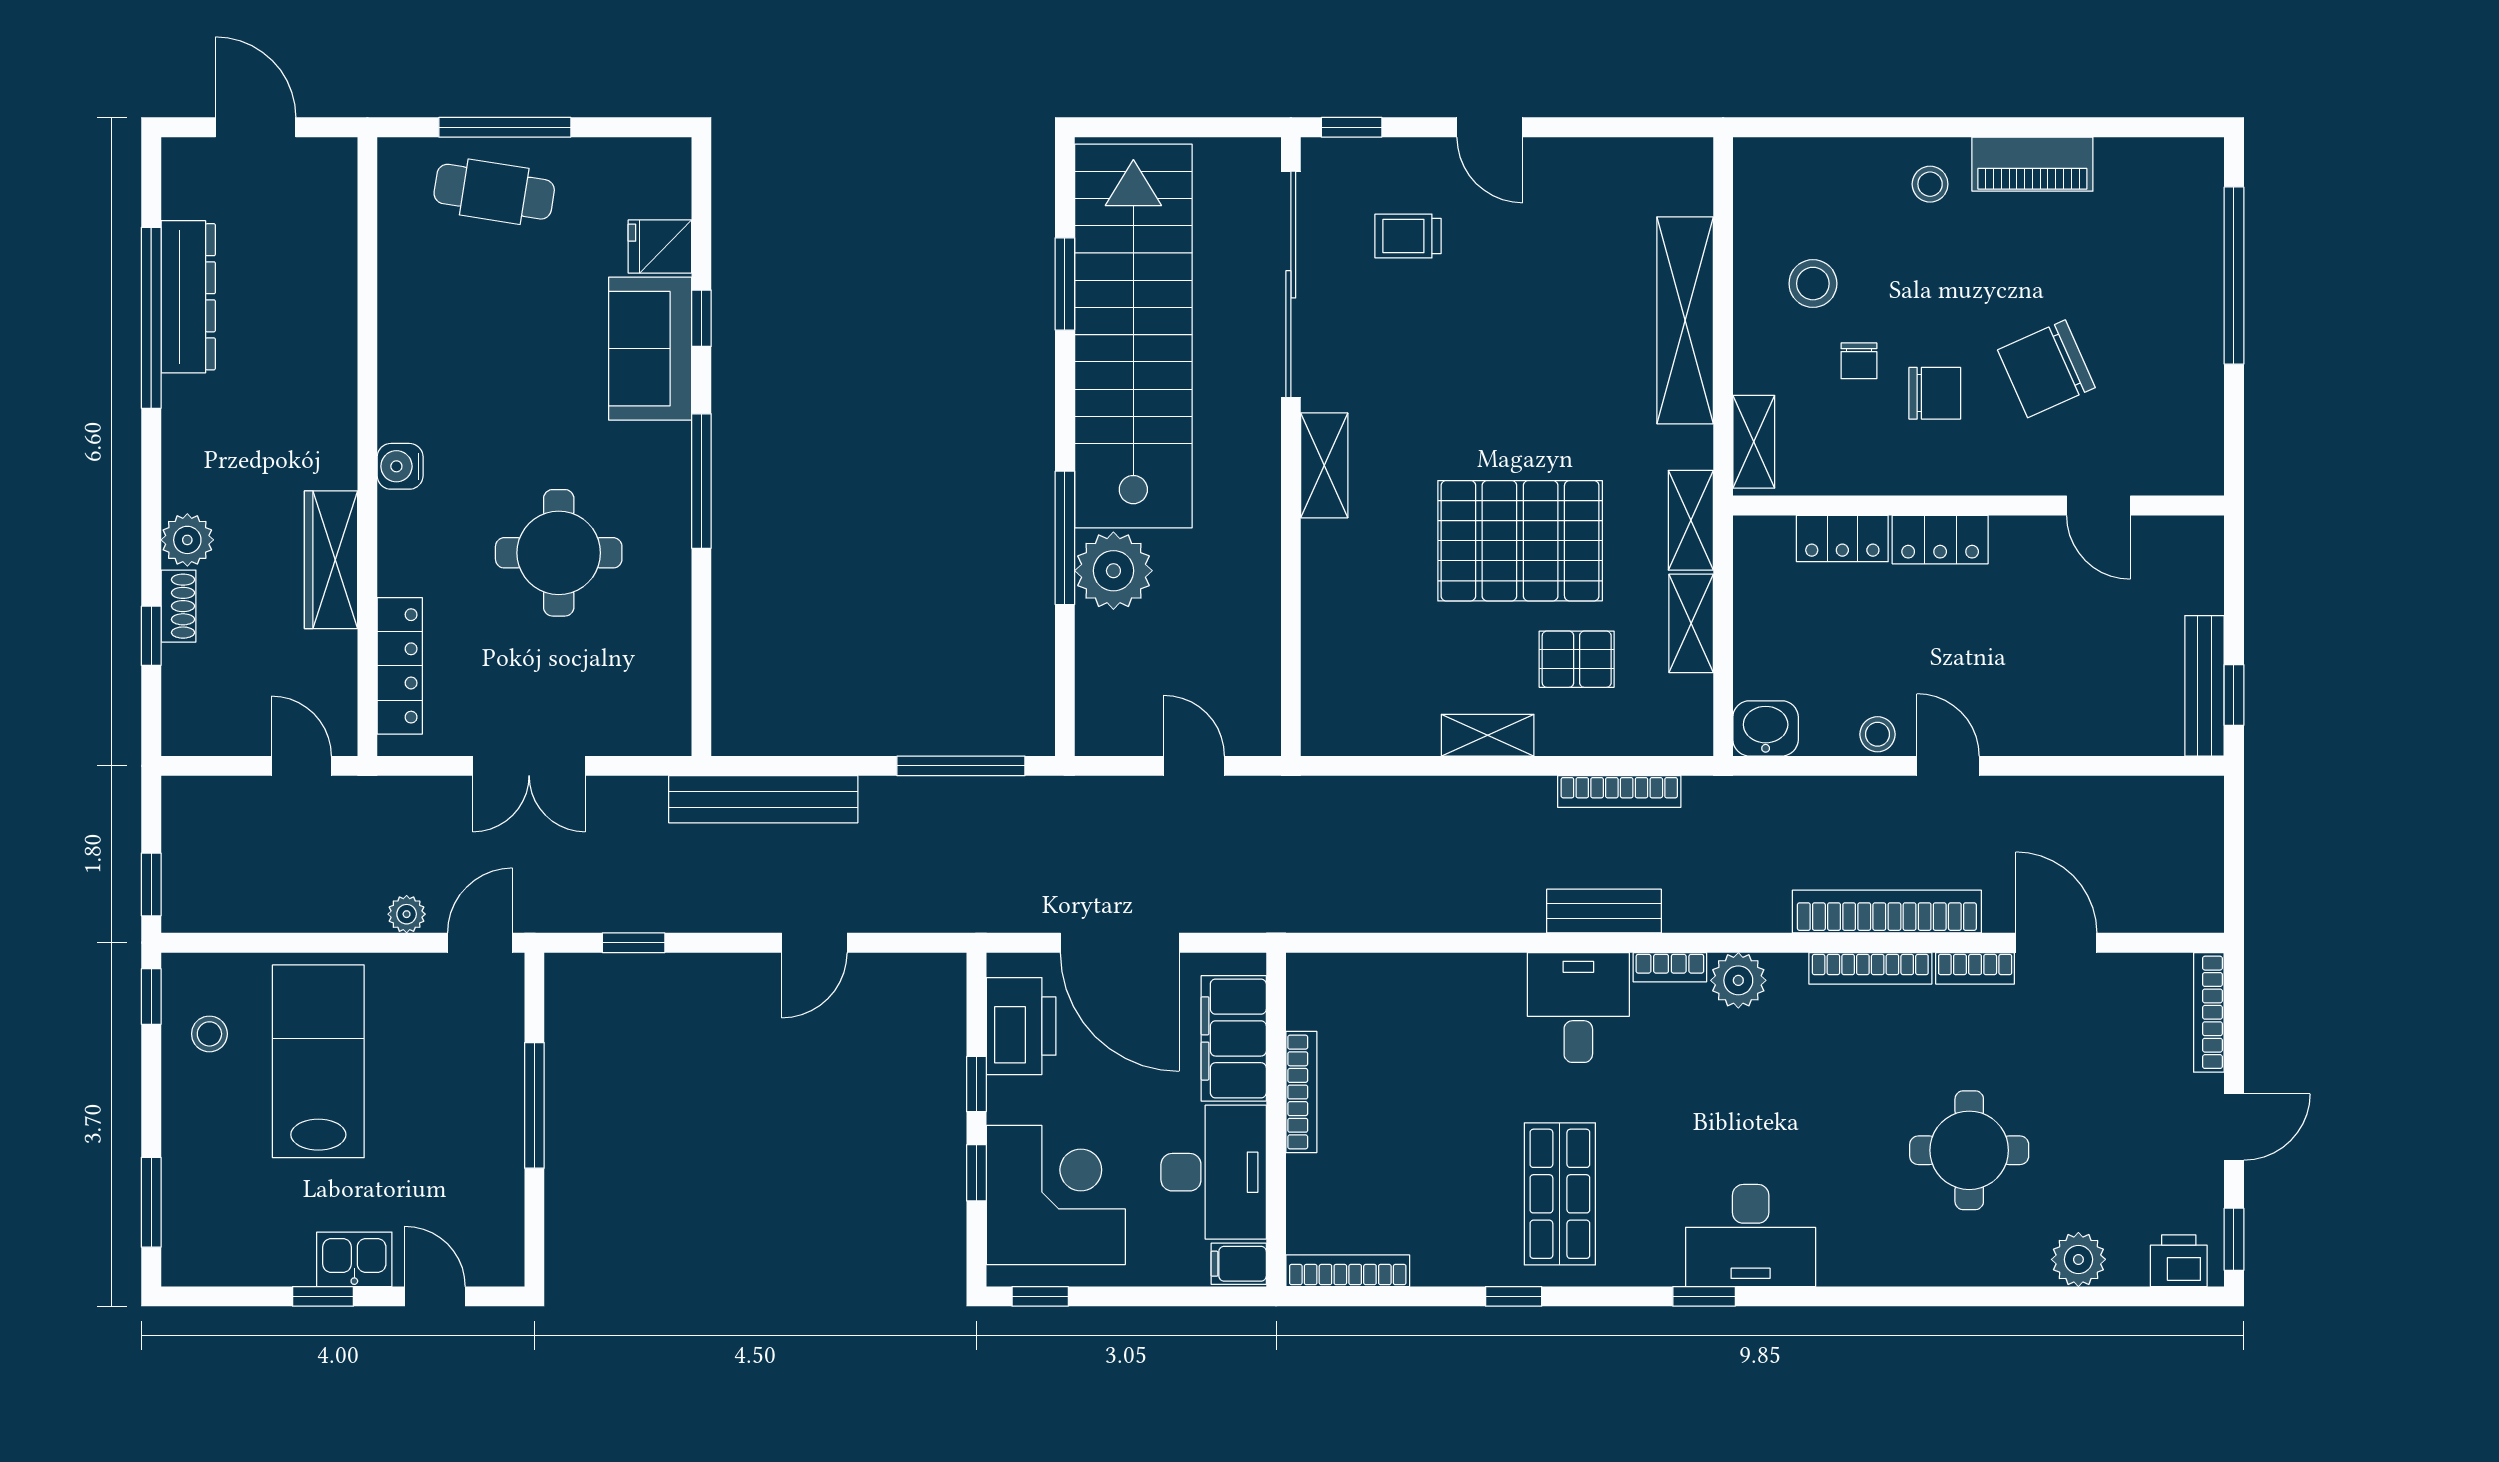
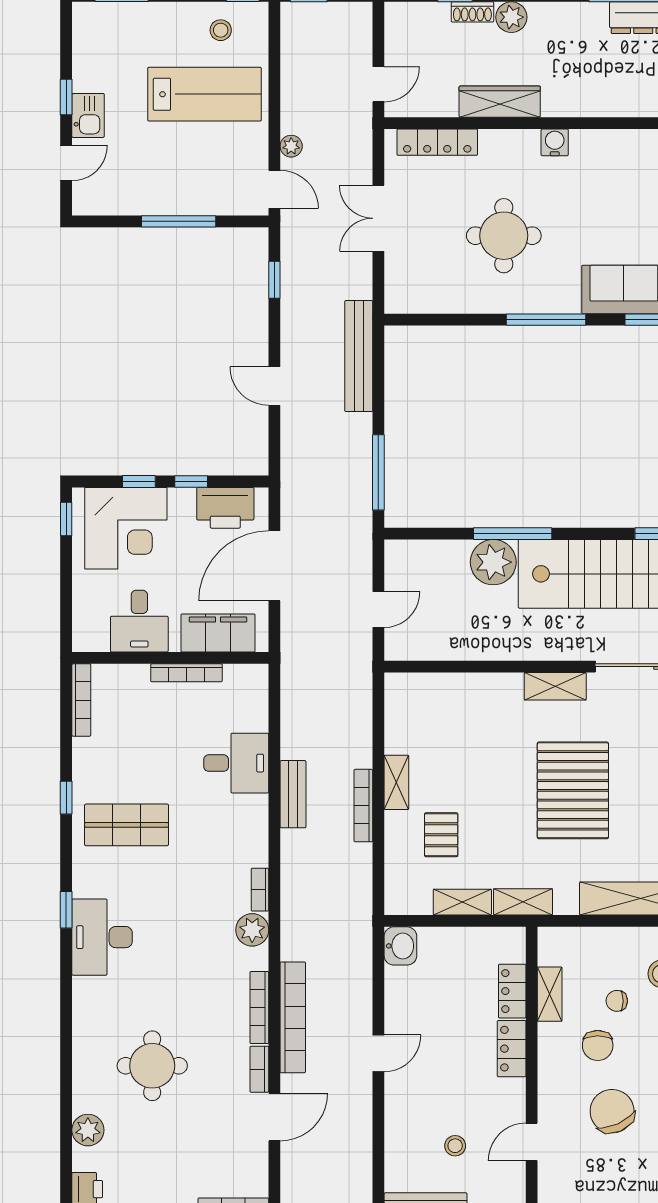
shelving: (1754, 442) -> (550, 994), moved, turned 90
pallet: (1520, 541) -> (573, 790), moved
stool: (1878, 734) -> (455, 1146), moved
bookcase: (1619, 791) -> (363, 806), moved
bench: (1604, 911) -> (293, 794), moved
desk: (1578, 1007) -> (236, 763), moved
desk: (1214, 1172) -> (139, 621), width x0.73
filing cabinet: (1239, 1264) -> (85, 636), removed

